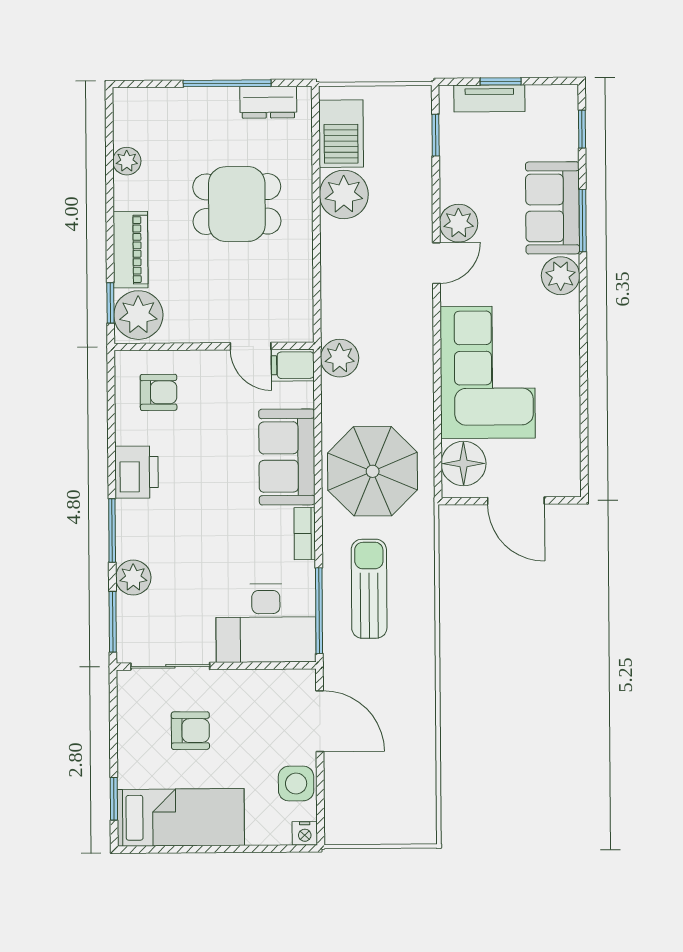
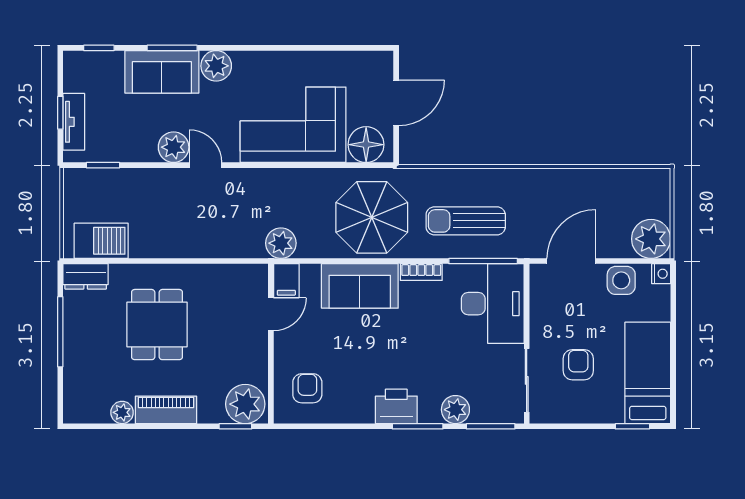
dresser: (268, 102) -> (86, 276), moved, turned 90
plant: (344, 194) -> (651, 239), moved
piano: (131, 250) -> (166, 410), moved
printer: (137, 472) -> (396, 406), moved

